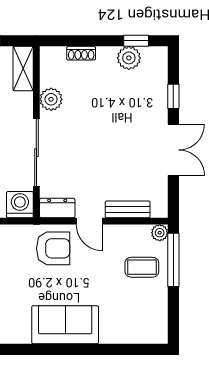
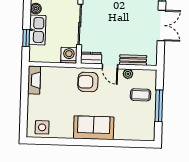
plant: (160, 233) -> (128, 74), moved
armchair: (53, 248) -> (88, 82), turned 180
window: (173, 260) -> (159, 106), moved

